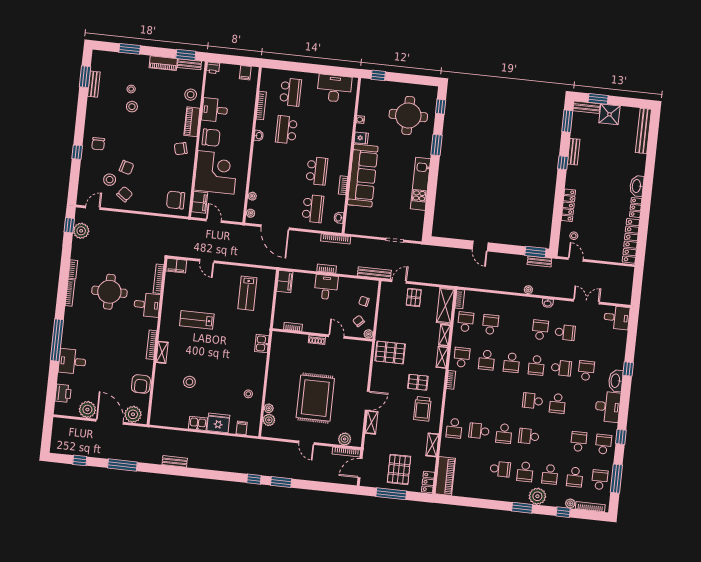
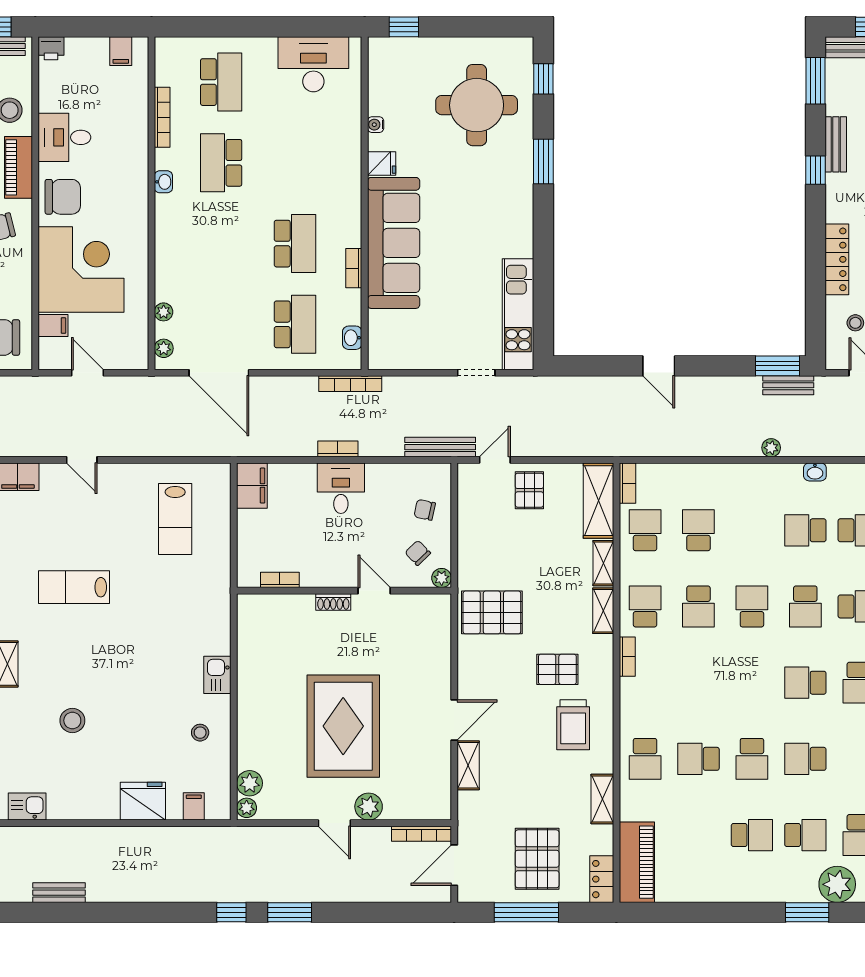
kitchen unit: (420, 184) -> (518, 314), moved
filing cabinet: (200, 202) -> (53, 326), width x0.50
school desk: (540, 330) -> (805, 530), turned -90
kitchen sink: (262, 344) -> (217, 675), moved
school desk: (512, 363) -> (752, 606), turned 180
plant: (269, 408) -> (247, 808), moved
kitchen sink: (198, 423) -> (27, 807), moved
plant: (345, 439) -> (369, 807), moved
school desk: (525, 472) -> (805, 835), turned -90

